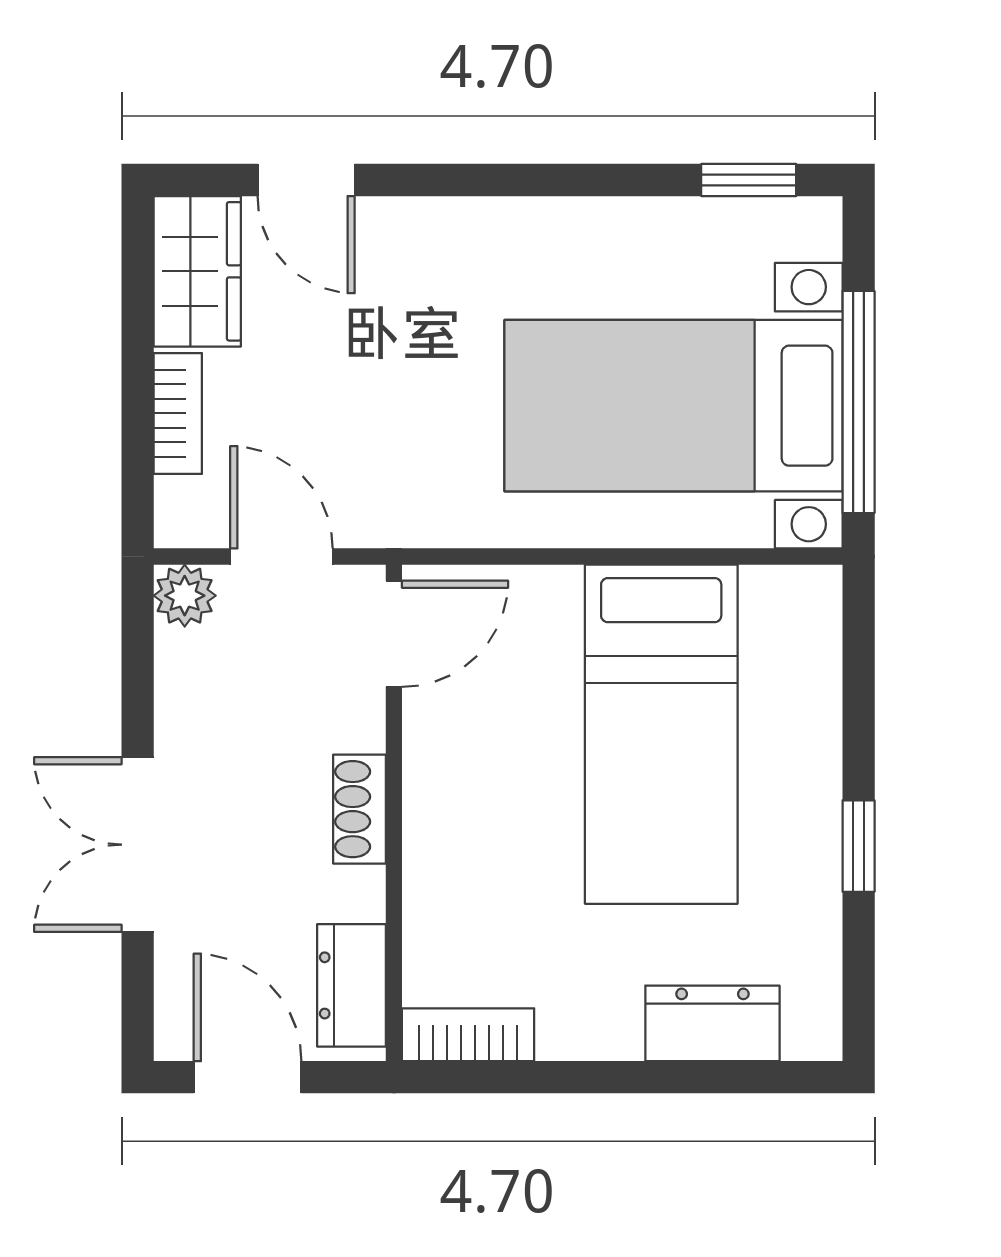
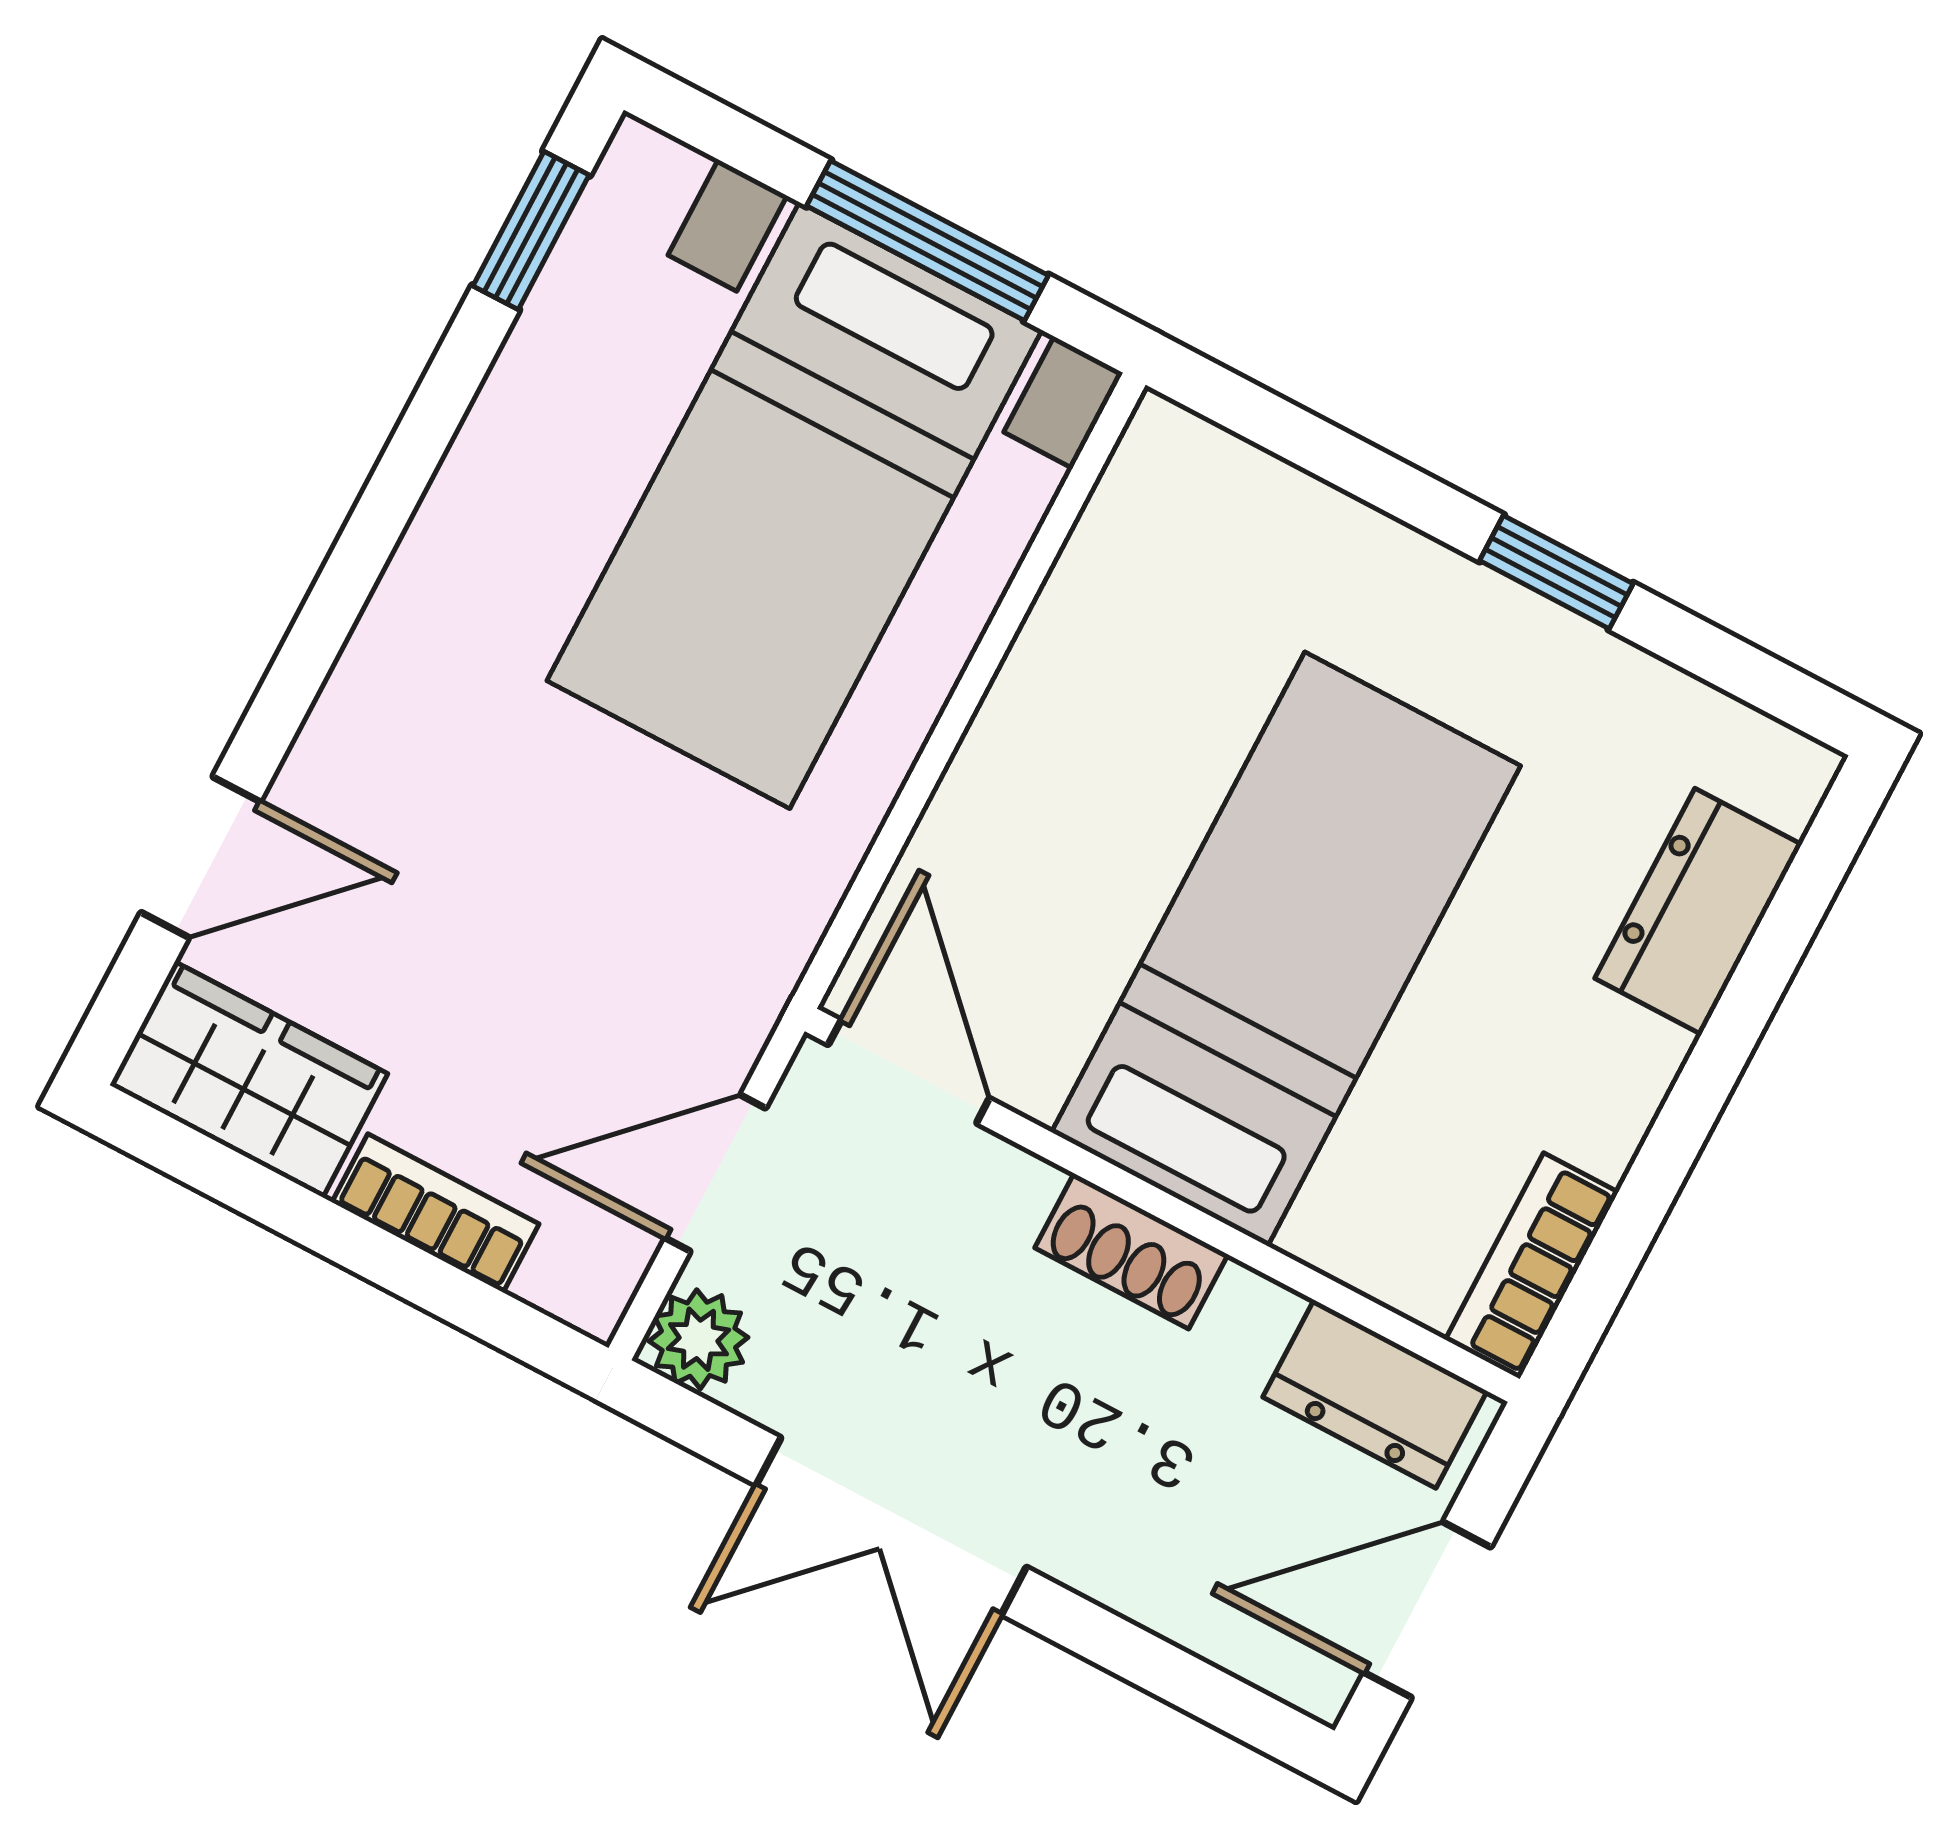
window: (859, 402) -> (927, 241), width x0.69
bed: (661, 734) -> (1286, 949), moved, turned -90
double door: (138, 845) -> (891, 1526), moved

